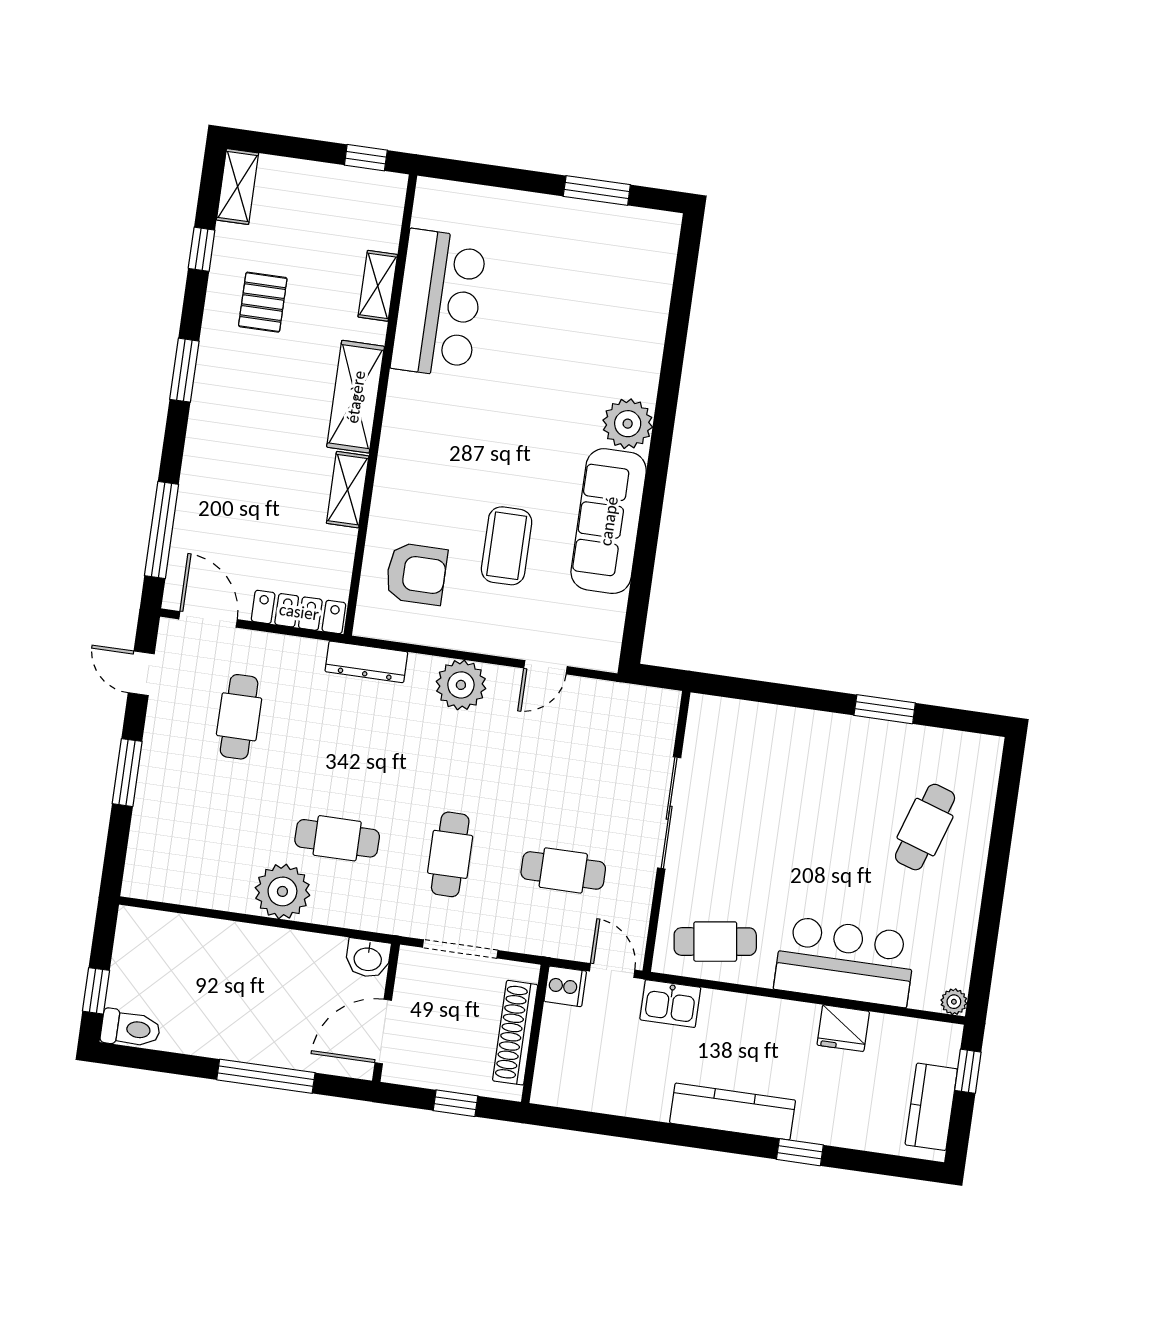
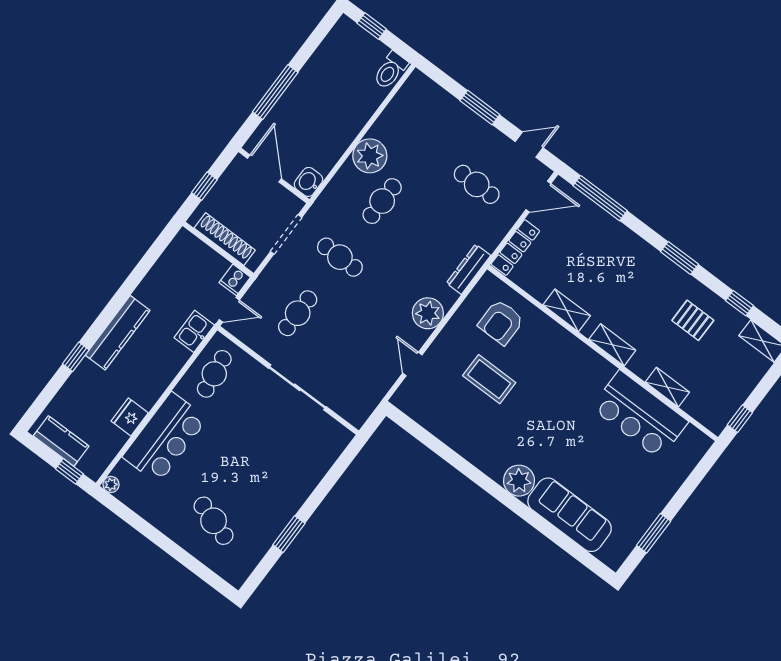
shelving: (356, 397) -> (612, 345), width x0.67, depth x0.75
sofa: (609, 521) -> (570, 515), moved
toilet: (130, 1029) -> (390, 70), moved

